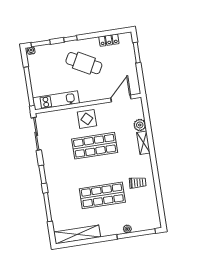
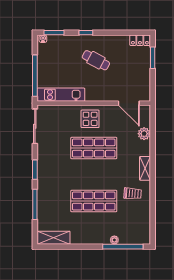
locker: (109, 40) -> (140, 40), moved
cafe table: (84, 63) -> (96, 60), width x0.73, depth x0.74
door: (121, 98) -> (129, 103), swing flipped
shelving: (143, 143) -> (145, 168), moved
shelving: (77, 235) -> (54, 238), width x0.68

